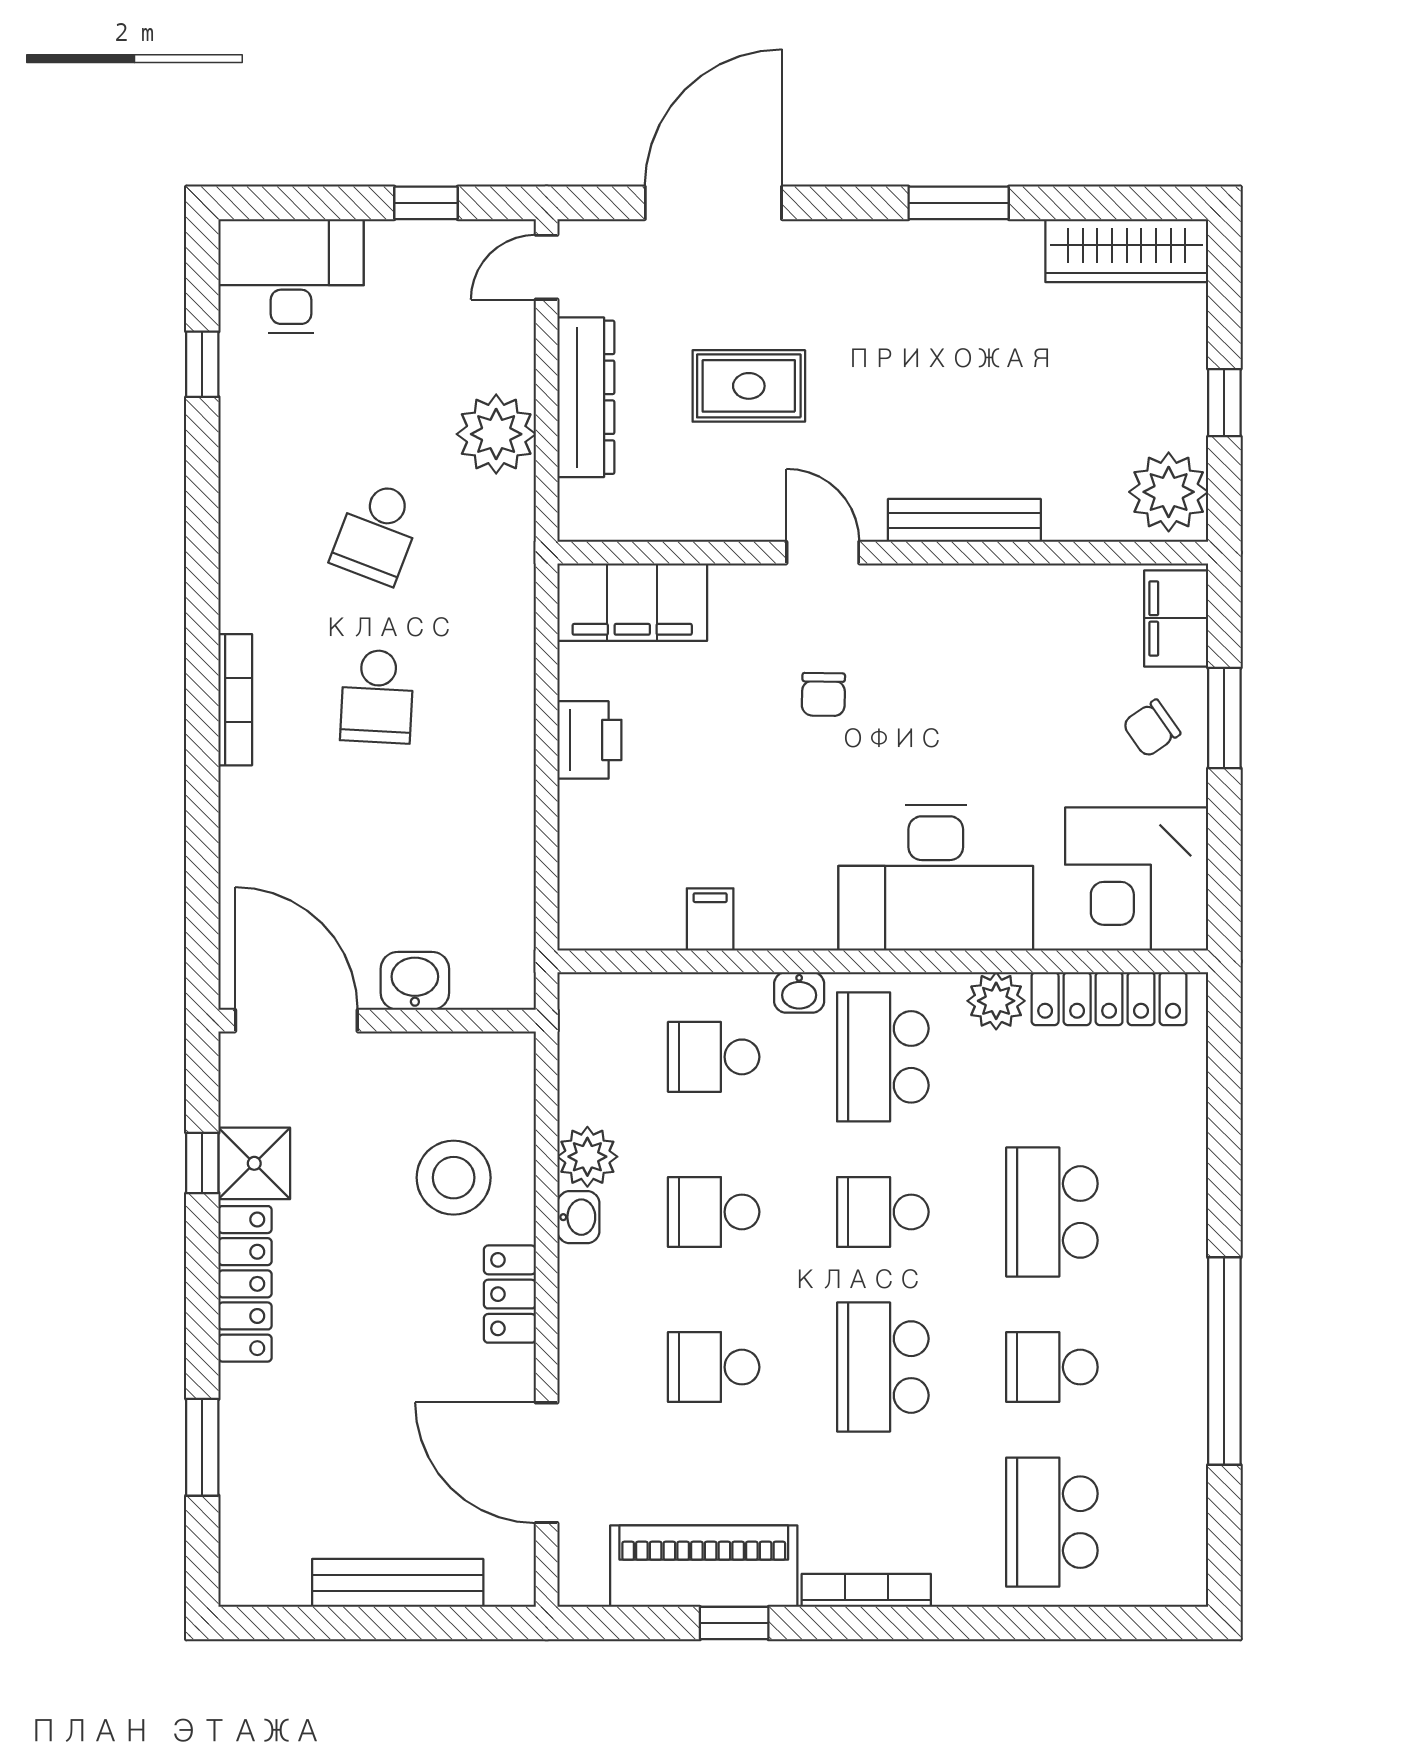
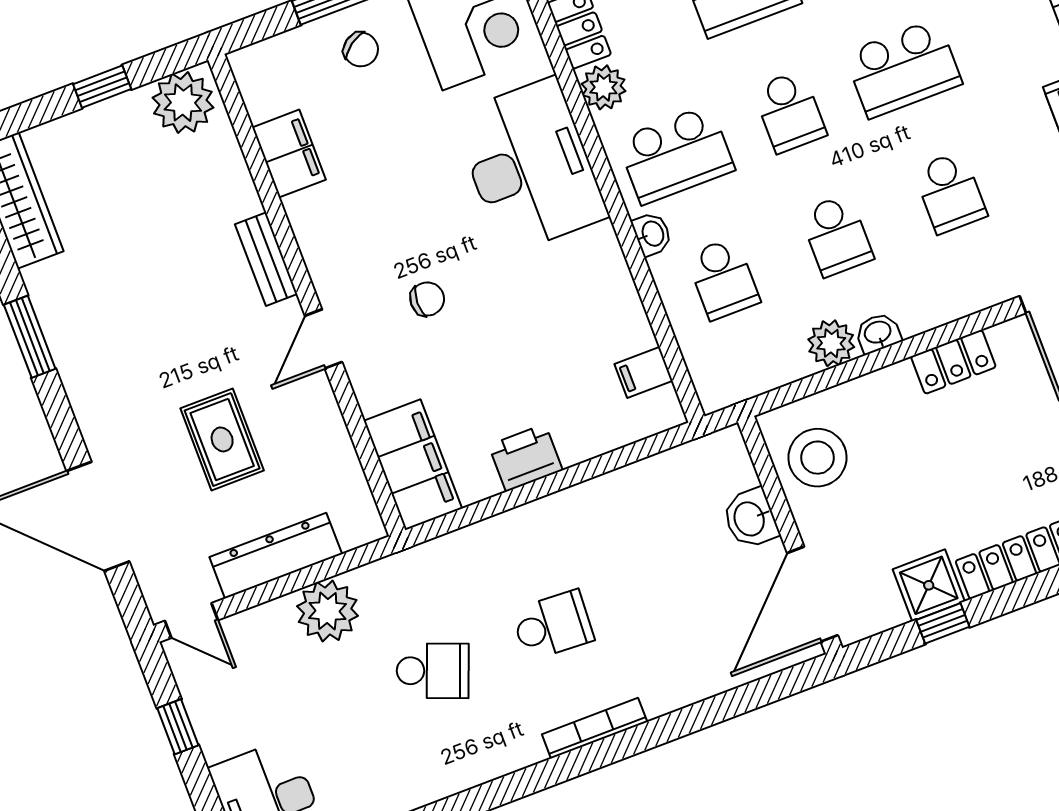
bench: (964, 520) -> (266, 259), width x0.73
filing cabinet: (1176, 618) -> (289, 154), moved, turned -90
filing cabinet: (710, 919) -> (644, 372), moved
stool: (454, 1178) -> (818, 458), moved

